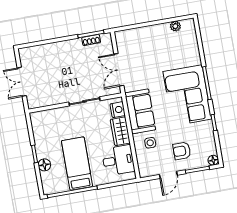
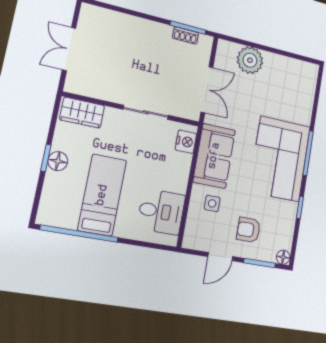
plant: (175, 26) -> (250, 60), moved, width x1.88, depth x1.88
double door: (119, 70) -> (207, 90), swing flipped
wardrobe: (120, 131) -> (82, 113), moved, turned -90
floor lamp: (44, 165) -> (58, 161), moved

